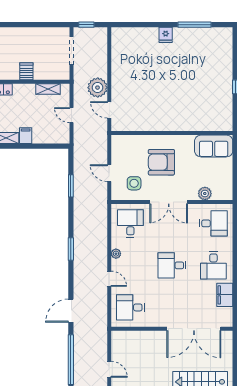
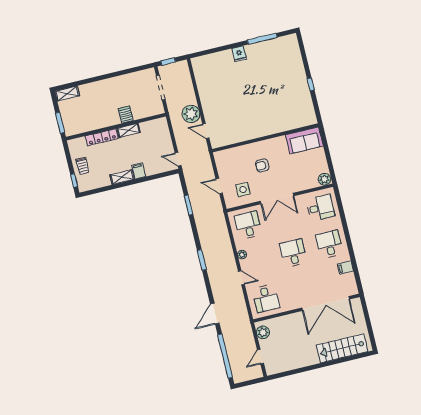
shelving: (48, 89) -> (128, 130), moved
door: (72, 115) -> (178, 159), moved
armchair: (161, 162) -> (262, 165), width x0.53, depth x0.53
plant: (205, 193) -> (324, 179), moved
desk: (172, 265) -> (293, 253), turned 90
desk: (213, 265) -> (329, 244), turned 180
filing cabinet: (225, 295) -> (345, 268), width x0.50
desk: (130, 307) -> (266, 298), turned -90
plant: (118, 344) -> (263, 332), added
door: (109, 369) -> (260, 357), swing flipped

